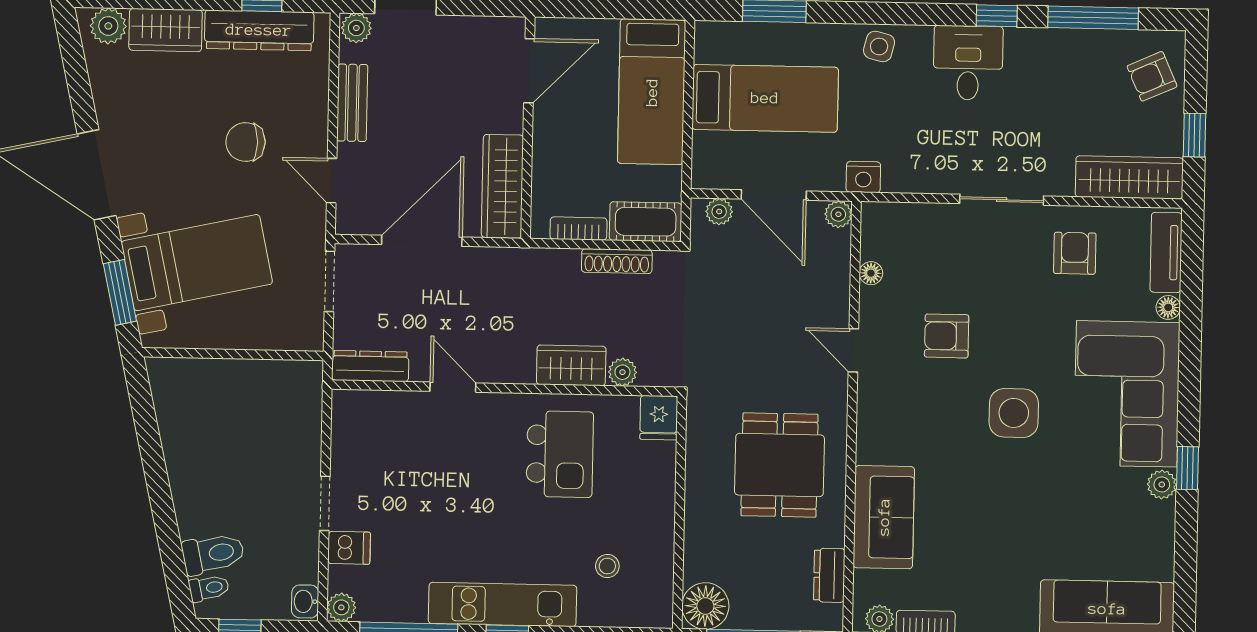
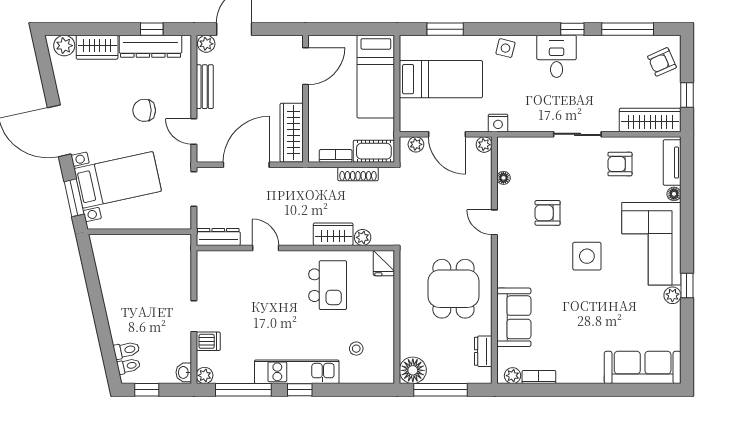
armchair: (1075, 253) -> (620, 164), turned -90
toilet: (213, 554) -> (126, 350), width x0.73, depth x0.72

